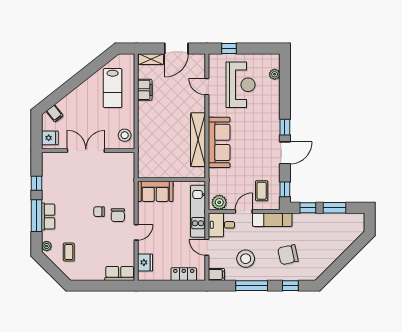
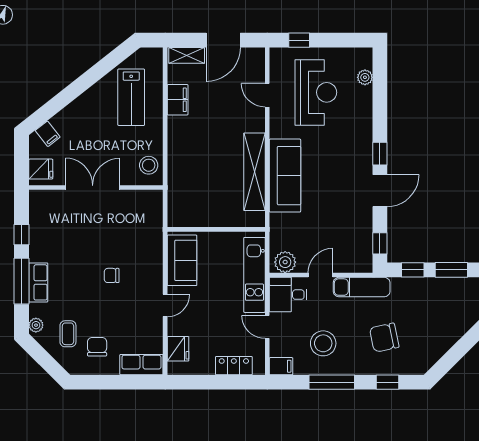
sofa: (155, 191) -> (182, 260), moved, turned -90
coffee table: (262, 191) -> (346, 245), removed
chair: (118, 215) -> (97, 347), moved, turned 180

